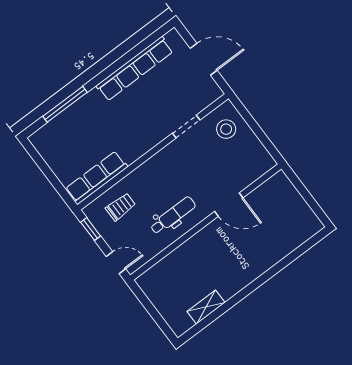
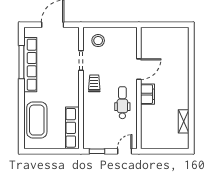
window: (65, 104) -> (21, 62), moved
coffee table: (73, 127) -> (37, 120), added
trolley: (121, 207) -> (94, 83), moved
filing cabinet: (206, 238) -> (147, 94), added

